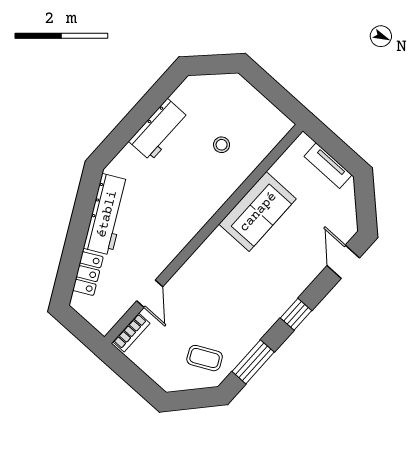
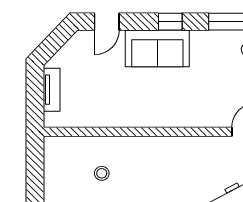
sofa: (258, 212) -> (157, 48), moved, turned 180

